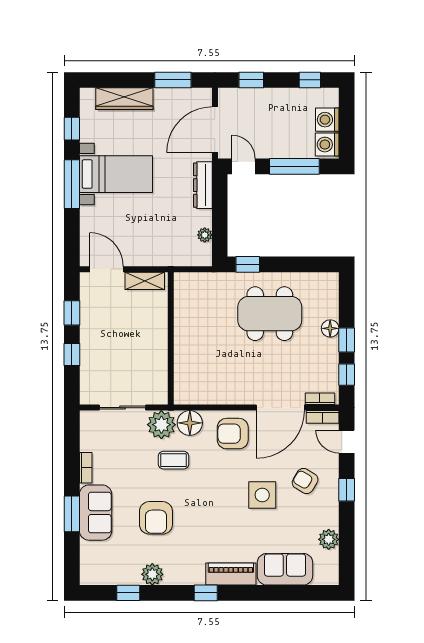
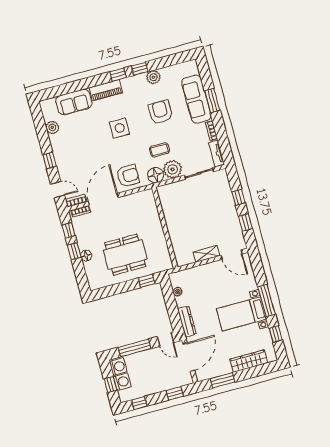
window: (347, 120) -> (110, 385), added
wall: (171, 338) -> (165, 228), moved
tv unit: (87, 431) -> (217, 154), added
armchair: (305, 481) -> (76, 159), removed
side table: (262, 495) -> (120, 128), moved
sofa: (96, 513) -> (196, 99), width x1.36
window: (128, 593) -> (140, 69), moved

